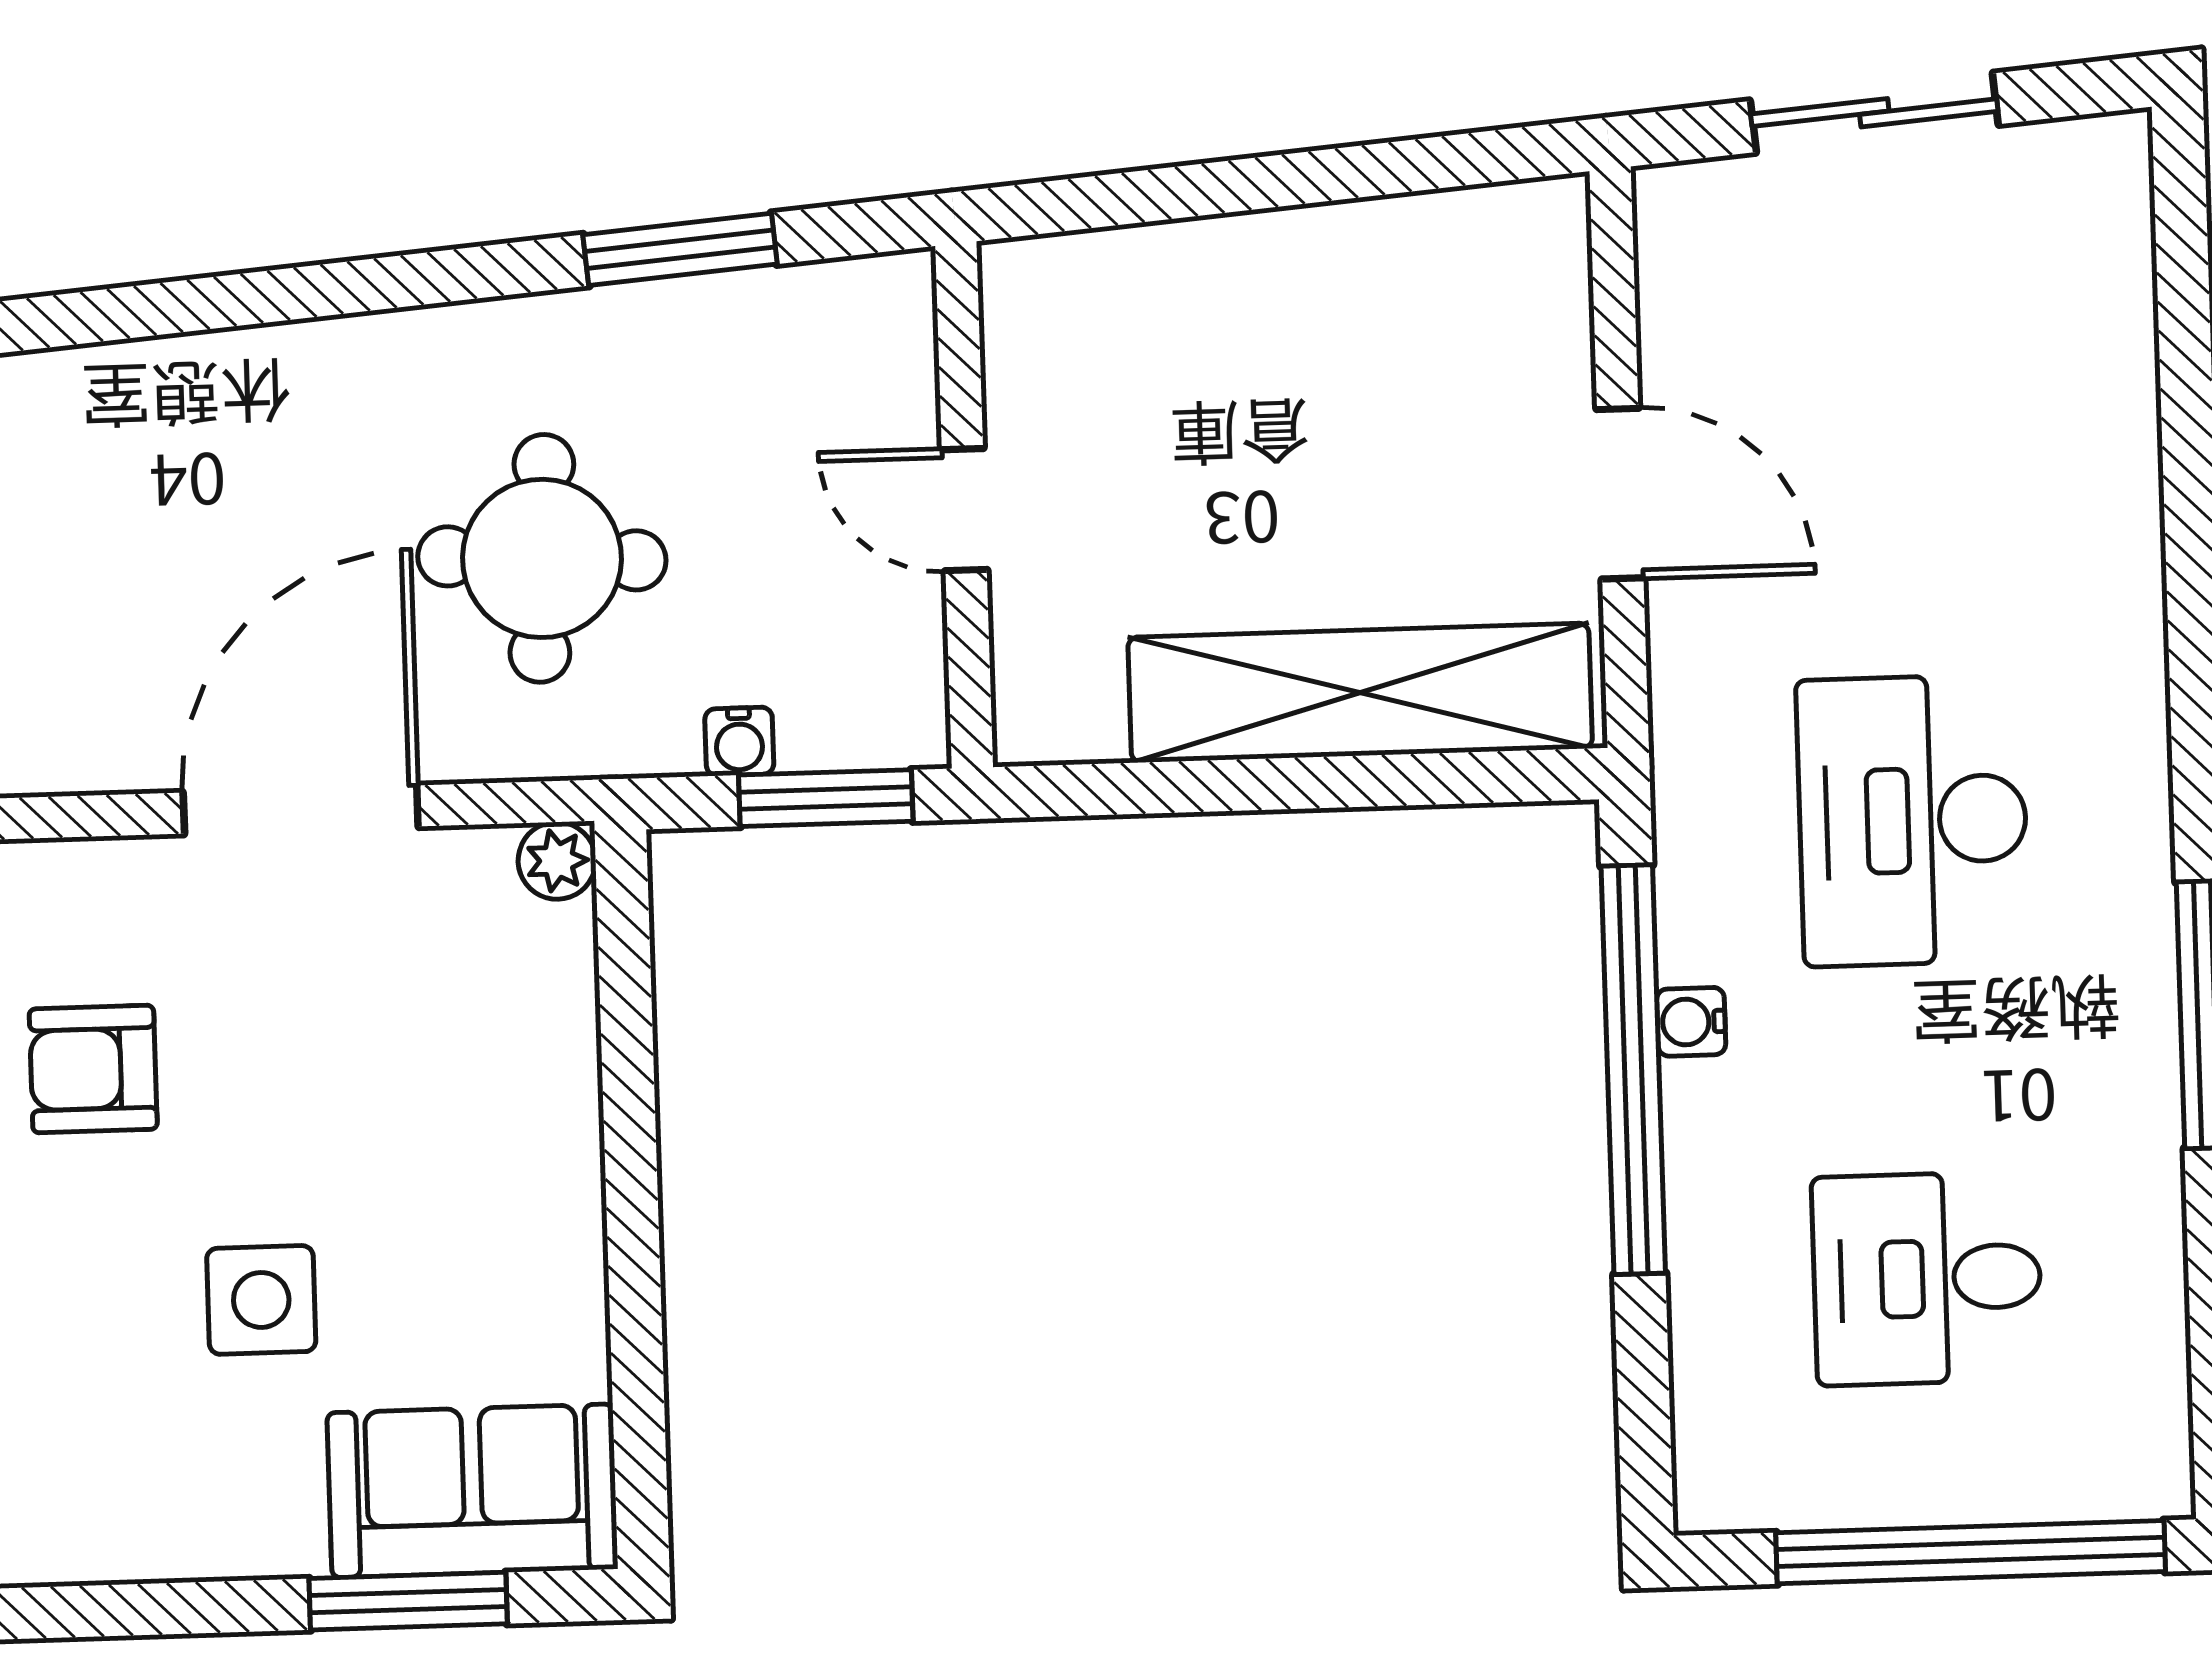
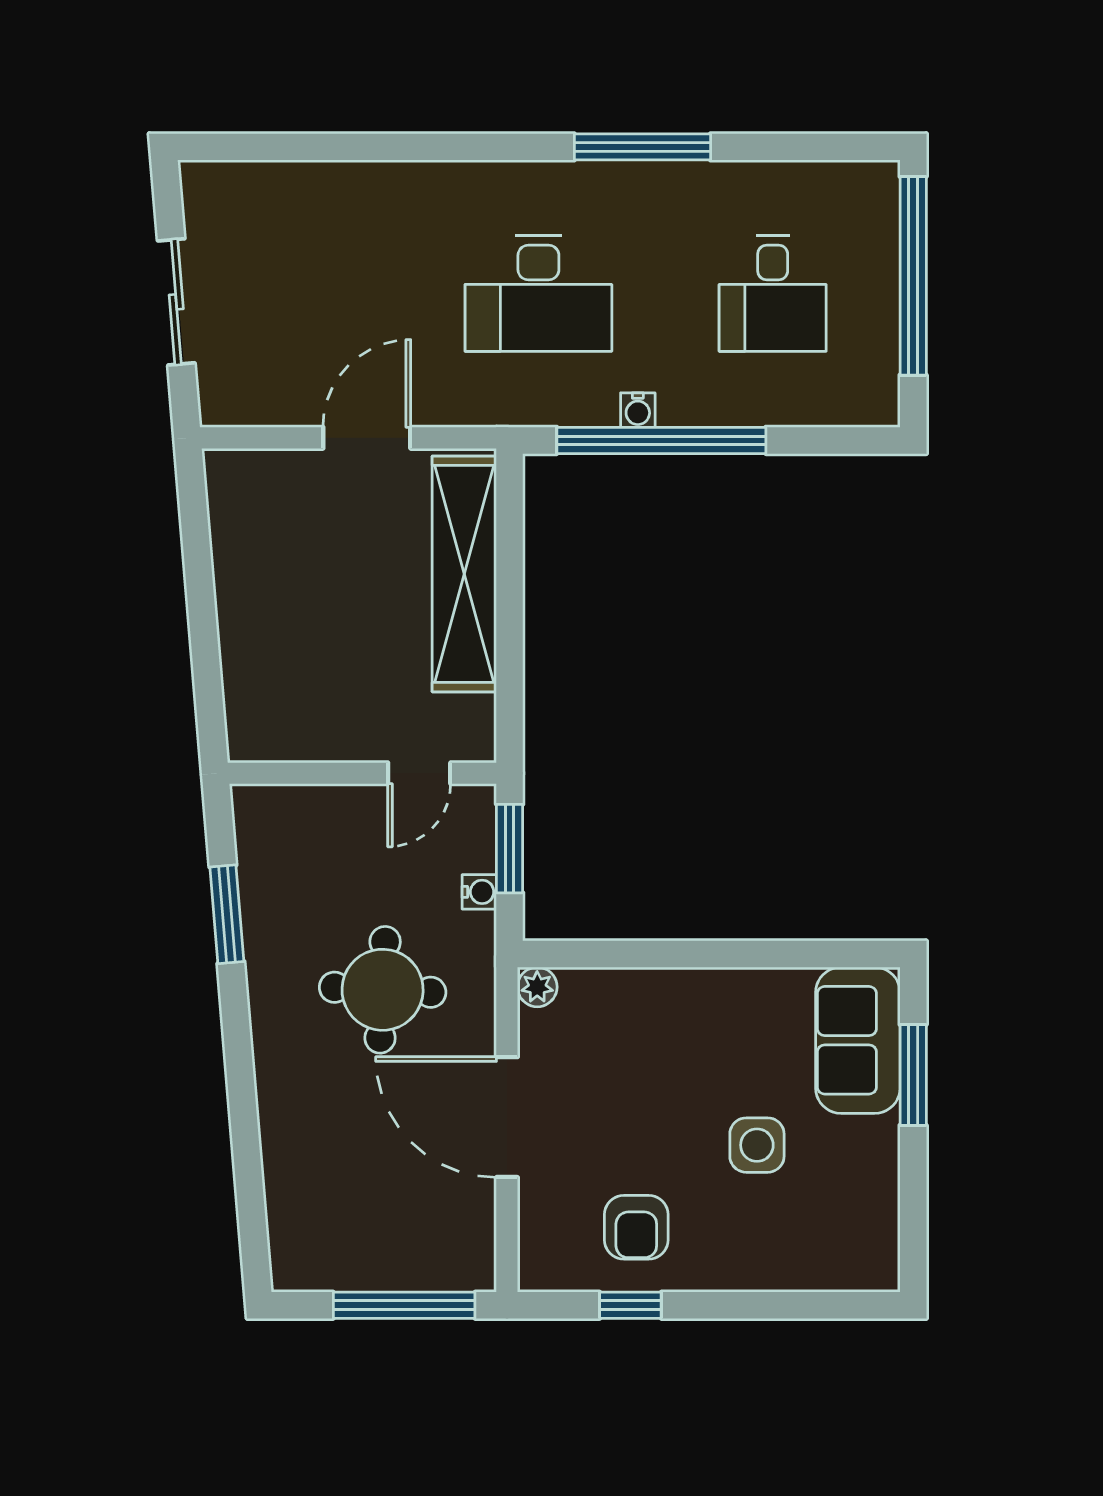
door: (964, 510) -> (419, 773), moved

